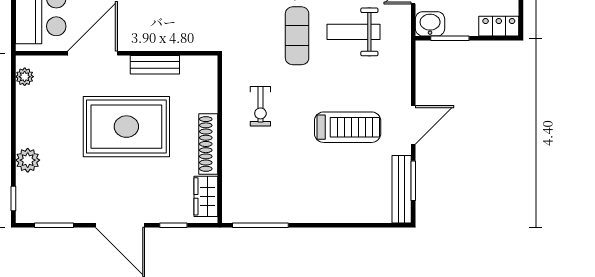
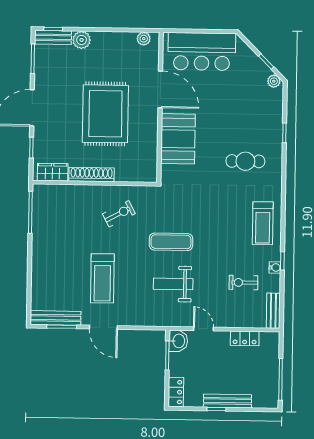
booth: (159, 29) -> (178, 139), added
weight bench: (354, 32) -> (173, 284), turned -90
bench: (155, 65) -> (53, 37), moved, turned 90
exercise bike: (260, 106) -> (119, 214), turned 152

